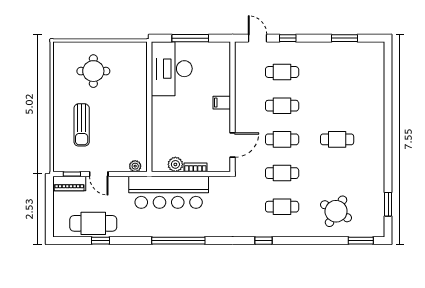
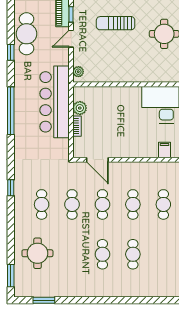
filing cabinet: (222, 103) -> (164, 150), moved
cafe table: (337, 106) -> (133, 254), added
round table: (336, 211) -> (37, 253), turned -30
window: (100, 241) -> (11, 52), moved

